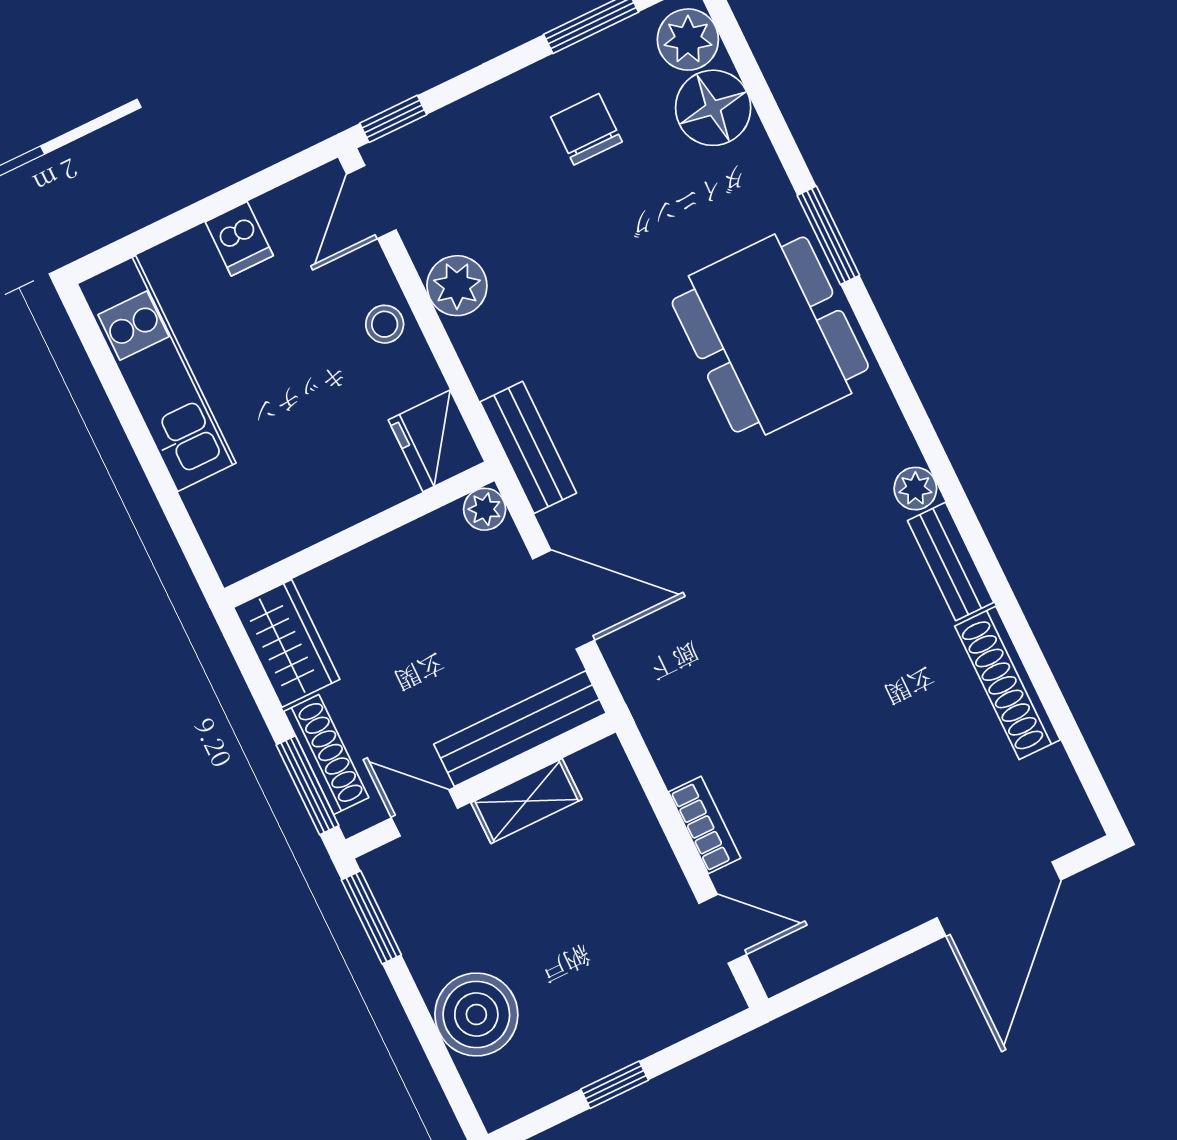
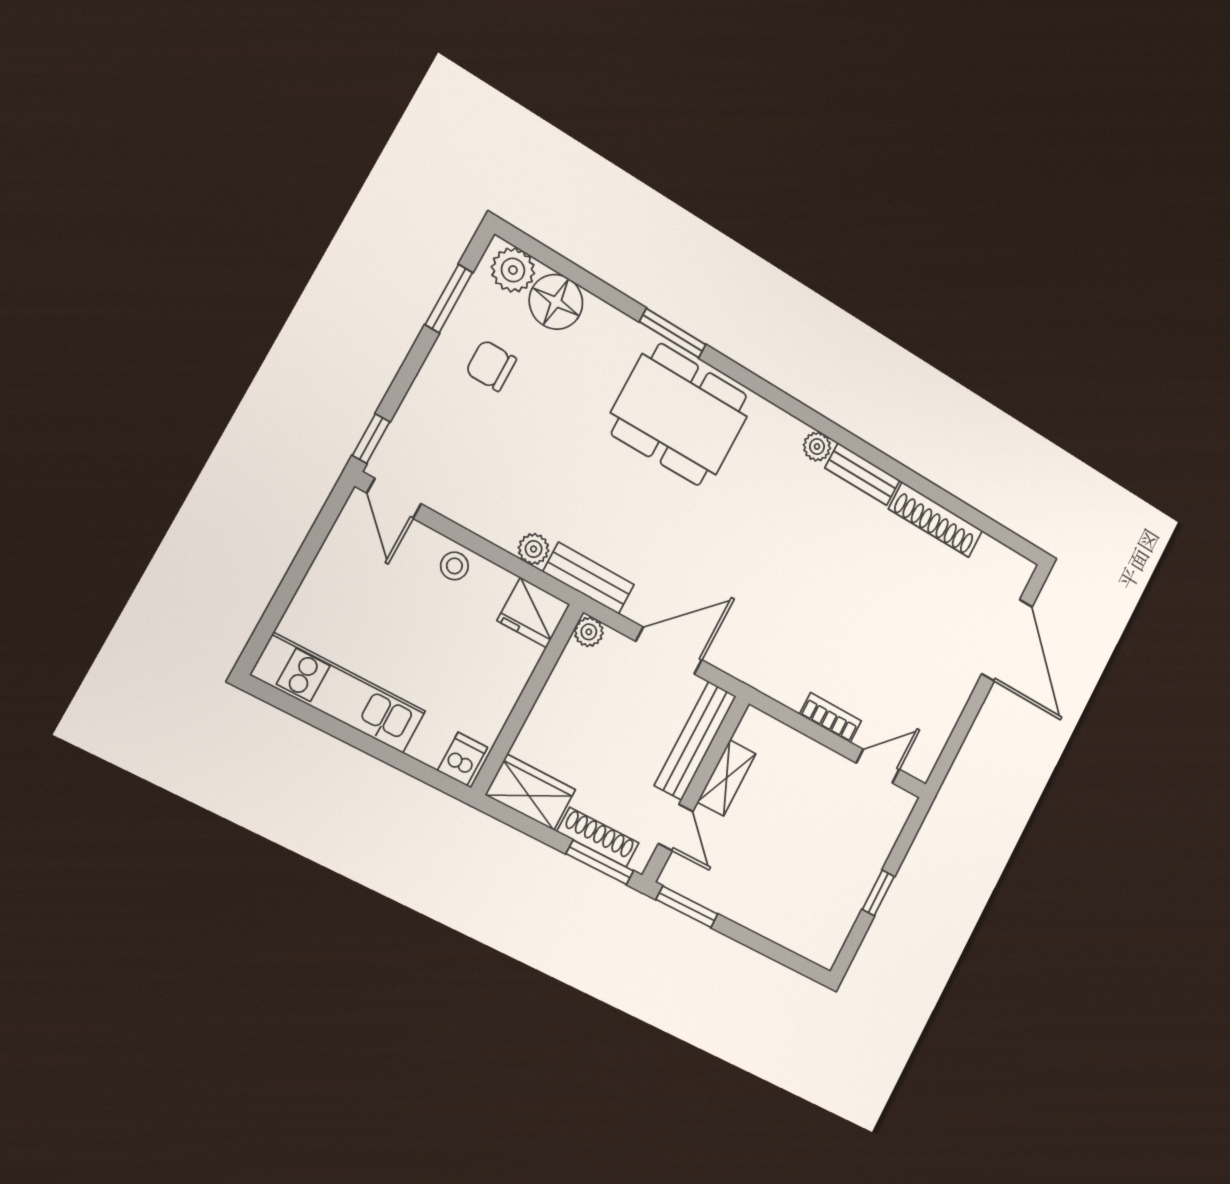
dishwasher: (239, 239) -> (462, 759), moved, turned -90
plant: (457, 286) -> (534, 549), moved, width x0.73, depth x0.73
door: (424, 813) -> (676, 827), swing flipped
boiler: (476, 1014) -> (780, 914), removed

